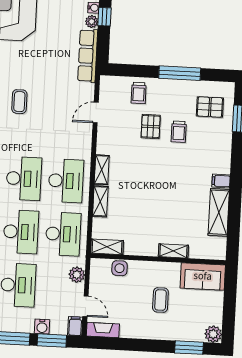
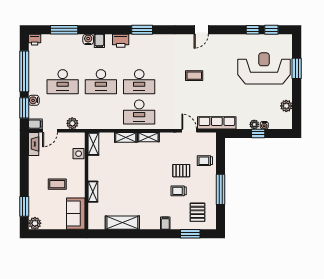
row of seats: (88, 56) -> (217, 123), moved
filing cabinet: (221, 181) -> (165, 223), moved
desk: (63, 234) -> (101, 112), removed

